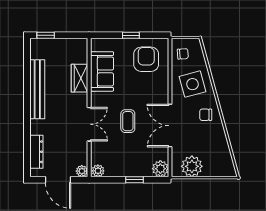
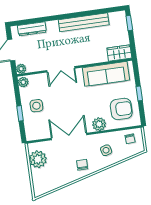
sofa: (102, 71) -> (106, 74), width x1.36
wardrobe: (80, 78) -> (119, 53), moved
side table: (192, 84) -> (106, 150), width x0.54, depth x0.54
coffee table: (128, 121) -> (68, 101), removed
side table: (128, 159) -> (36, 106), added
plant: (160, 169) -> (99, 124), moved

